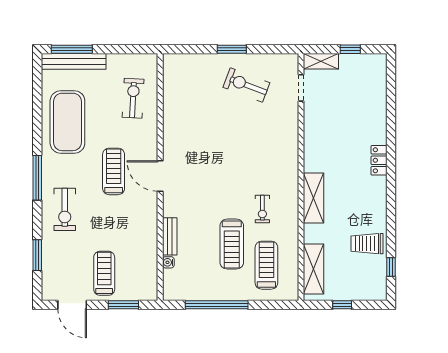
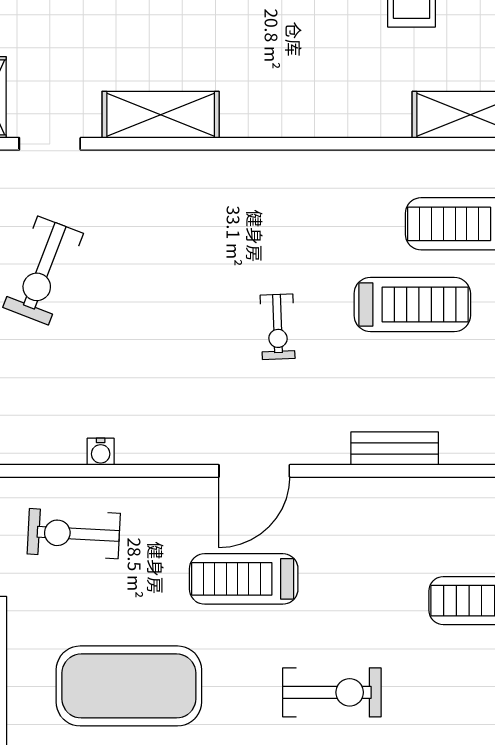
shelving: (313, 198) -> (161, 115), moved
exercise bike: (262, 209) -> (278, 327), moved, turned 88
water cooler: (168, 262) -> (101, 452), moved

